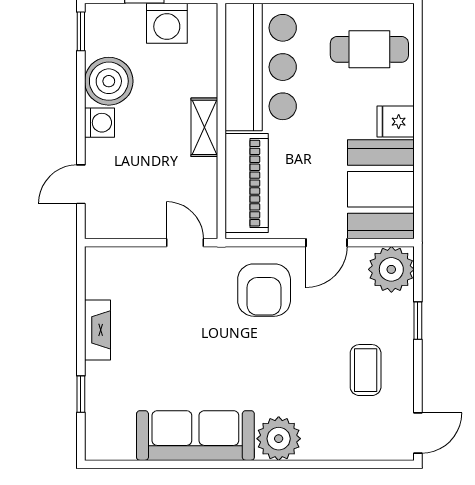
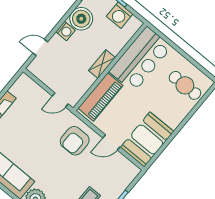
fridge: (396, 122) -> (173, 119), removed
door: (185, 243) -> (60, 100), swing flipped
plant: (391, 269) -> (127, 171), removed

